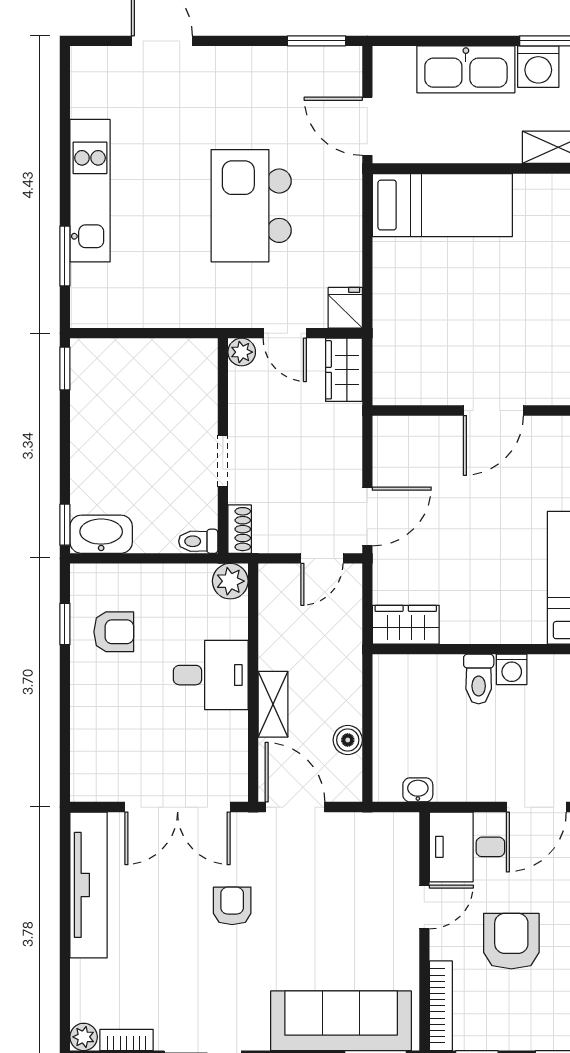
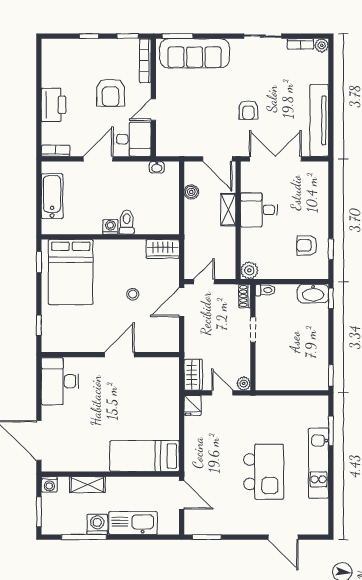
kitchen island: (251, 206) -> (264, 472), moved
stool: (466, 533) -> (133, 294), added
desk: (211, 675) -> (259, 210), moved

